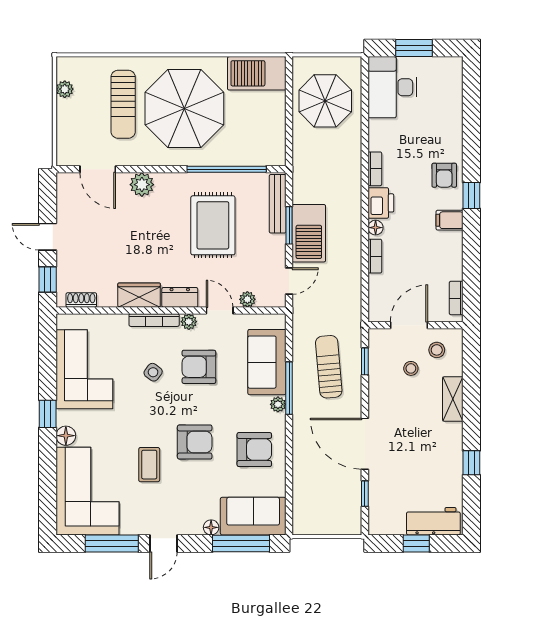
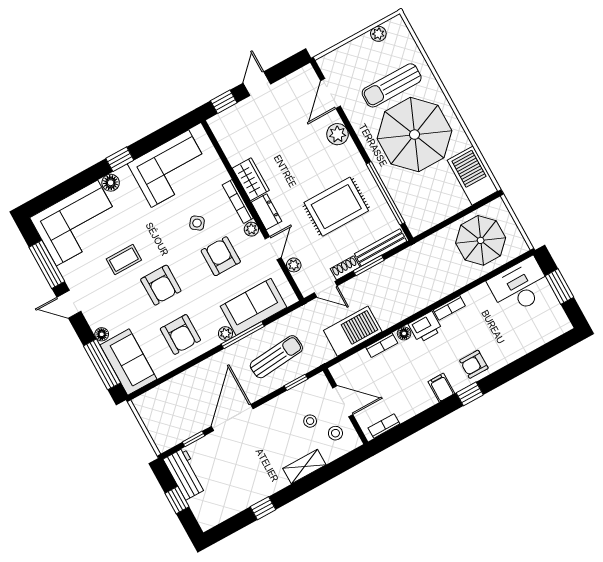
barbecue: (309, 233) -> (353, 331), moved, turned 180
shoe rack: (81, 300) -> (345, 268), moved, turned -90
workbench: (433, 521) -> (185, 474), moved

